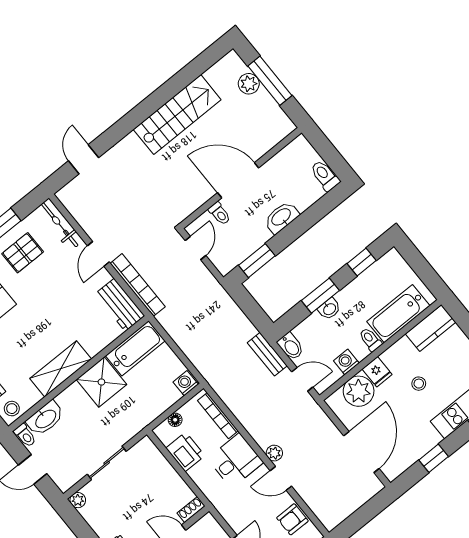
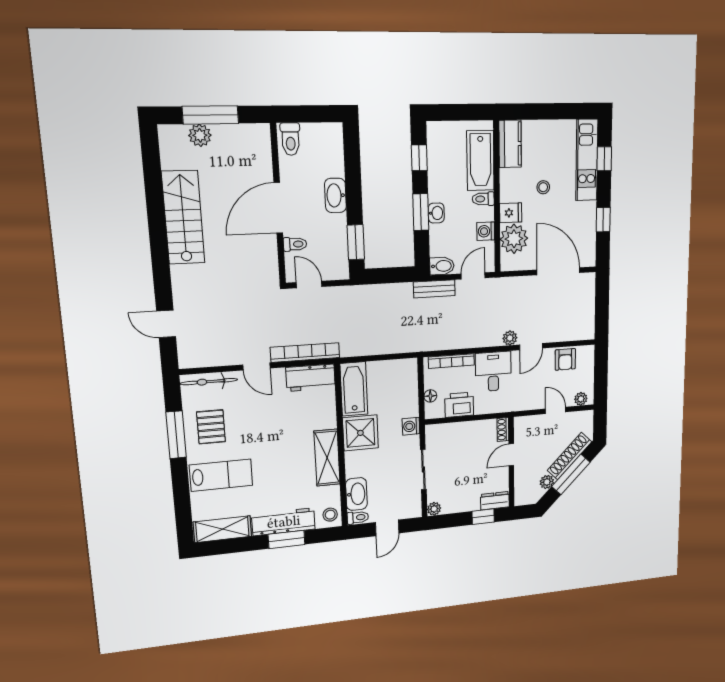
toilet: (325, 176) -> (290, 139), moved, turned -90
washing machine: (186, 383) -> (411, 426), moved

